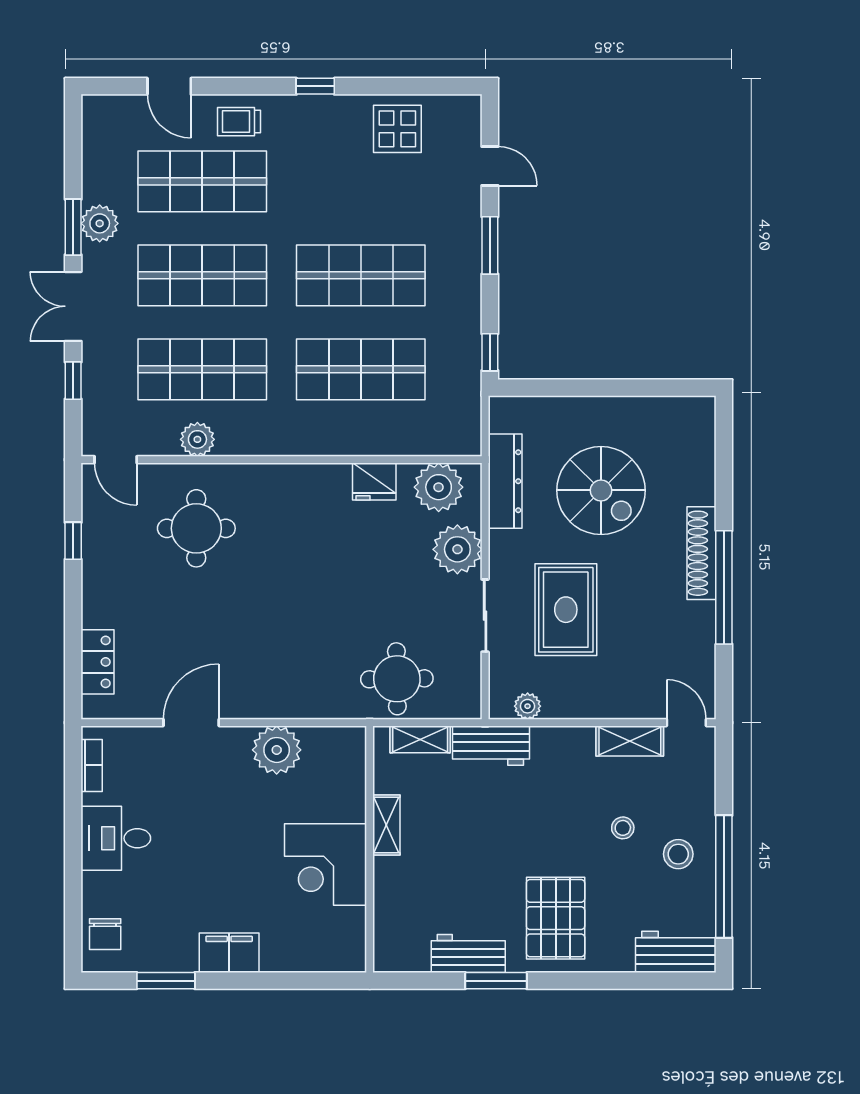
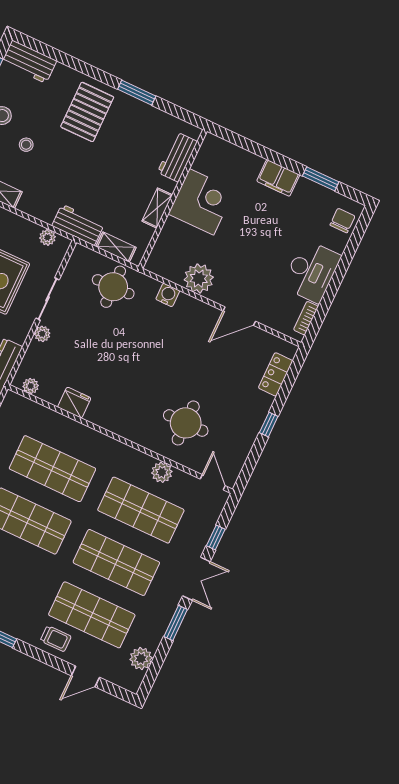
door: (169, 86) -> (85, 676), swing flipped
plant: (100, 223) -> (141, 659), moved
plant: (439, 487) -> (31, 386), width x0.53, depth x0.53
window: (73, 541) -> (269, 424), moved
plant: (457, 549) -> (42, 334), width x0.53, depth x0.53
water cooler: (311, 704) -> (168, 295), added
desk: (116, 838) -> (311, 271), width x1.37
workbench: (468, 954) -> (177, 157), moved, turned 90

